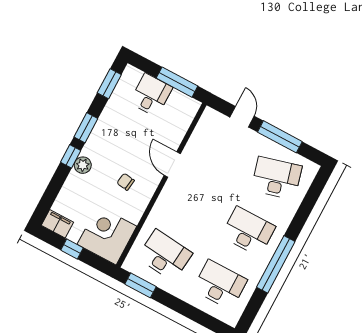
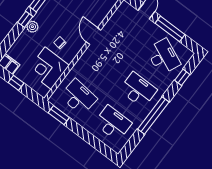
desk: (277, 178) -> (163, 57), turned 39
window: (308, 203) -> (182, 77), added
corner desk: (107, 235) -> (48, 68), moved, turned -90

